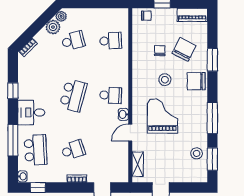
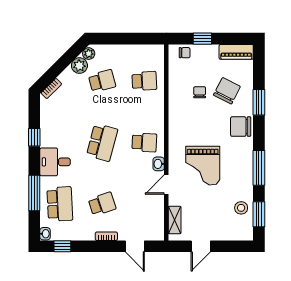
stool: (165, 80) -> (205, 125), removed
grand piano: (162, 116) -> (203, 166), turned 180

